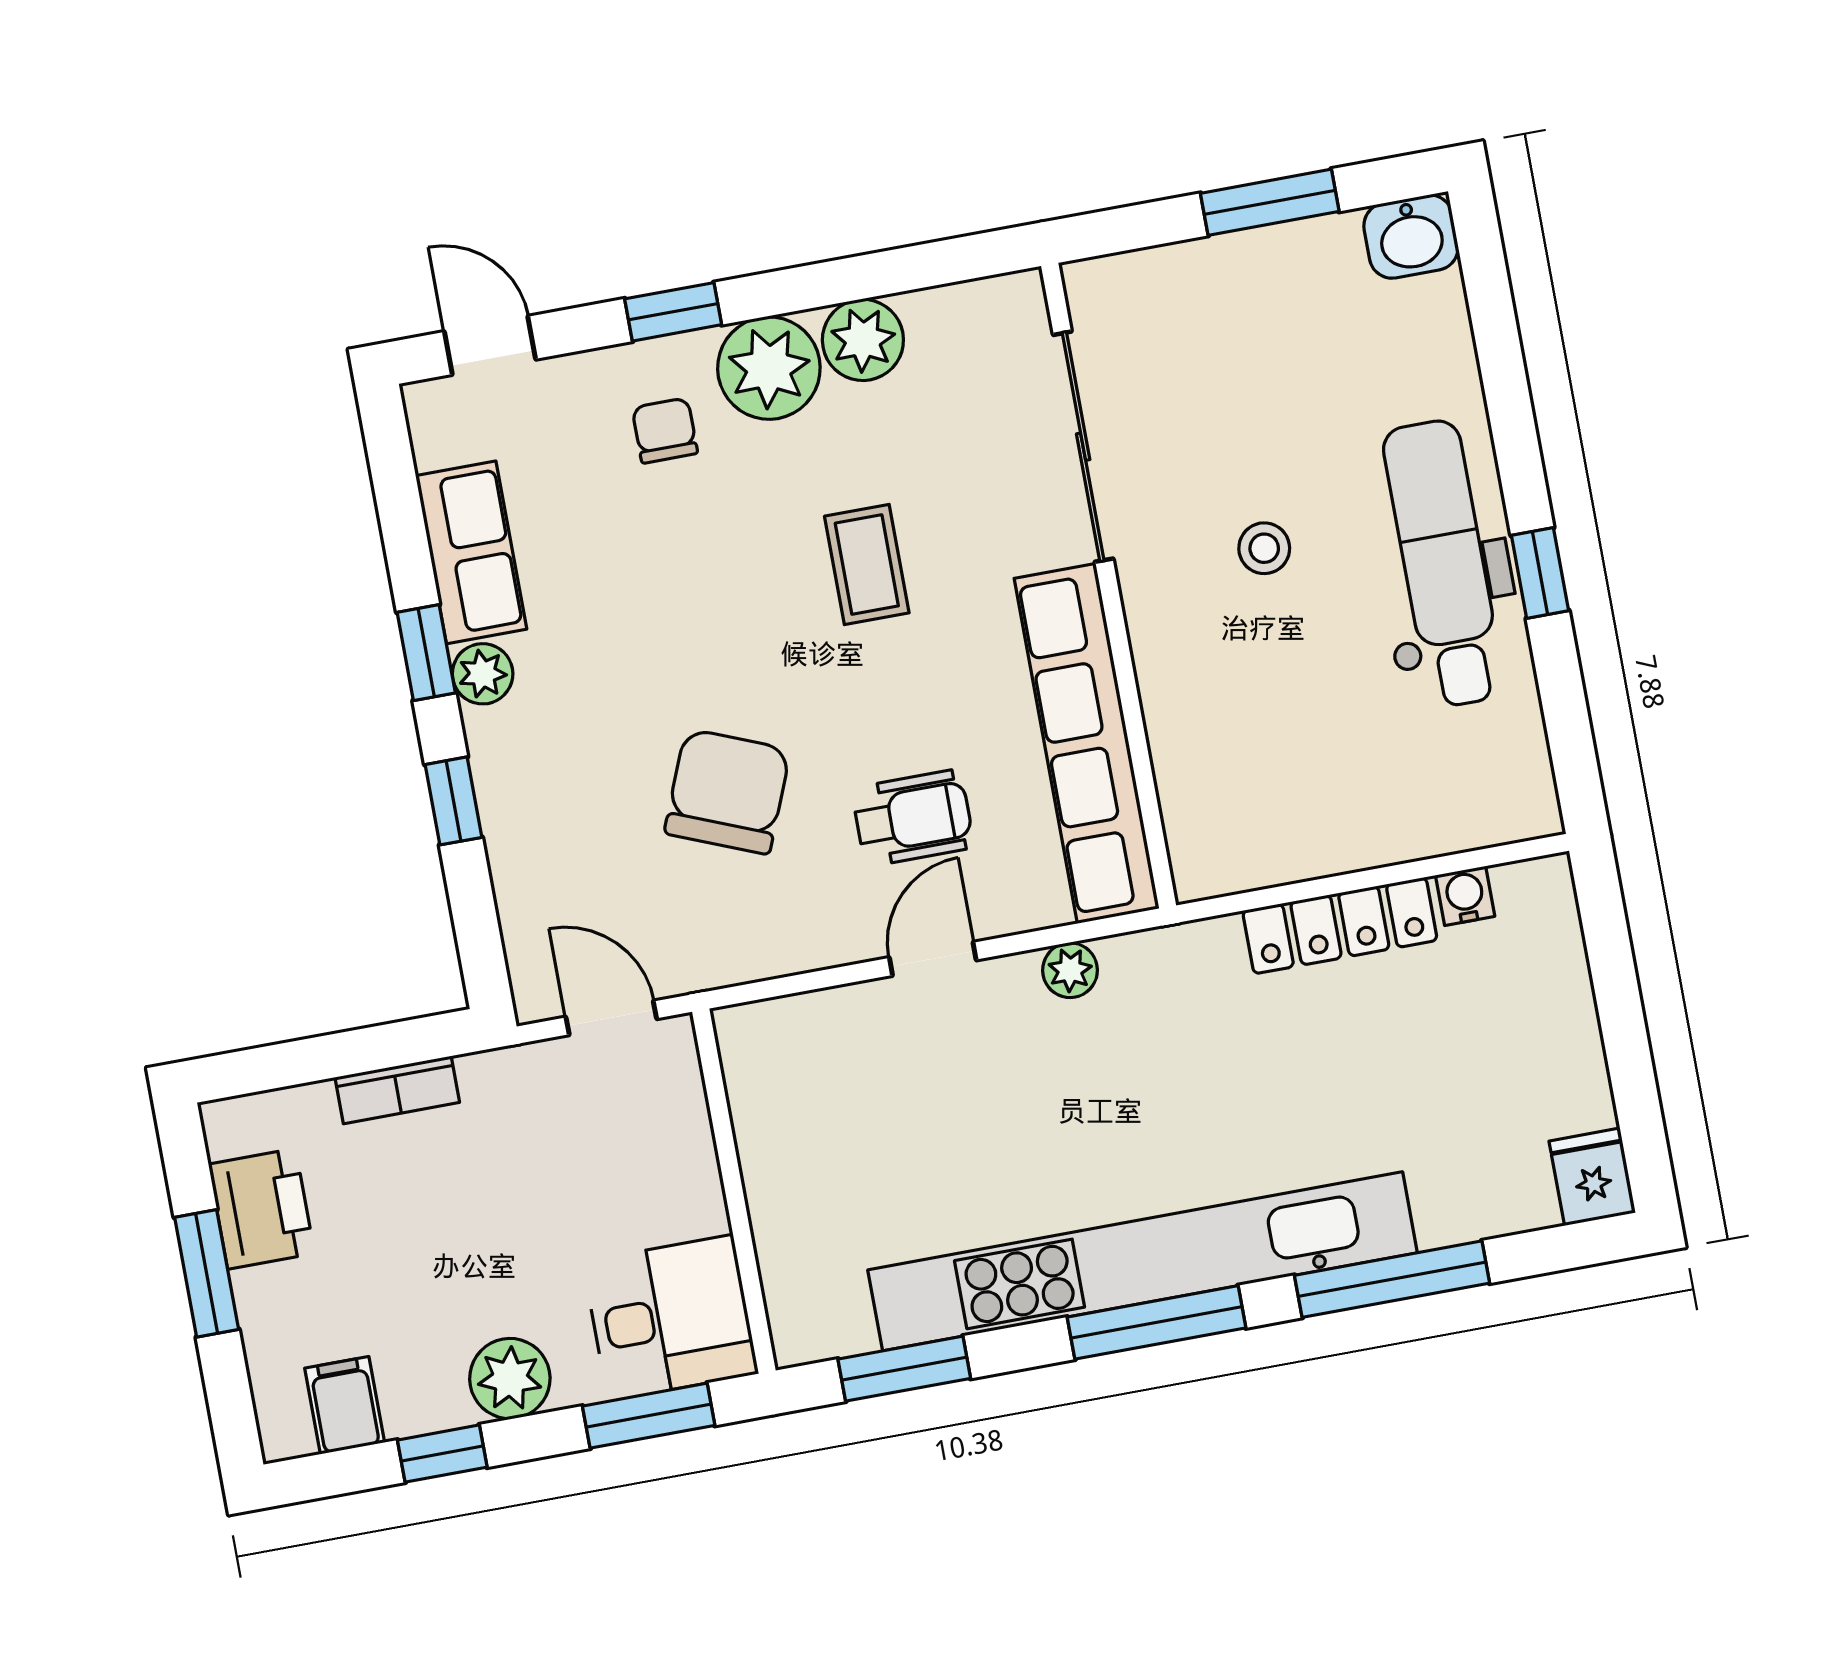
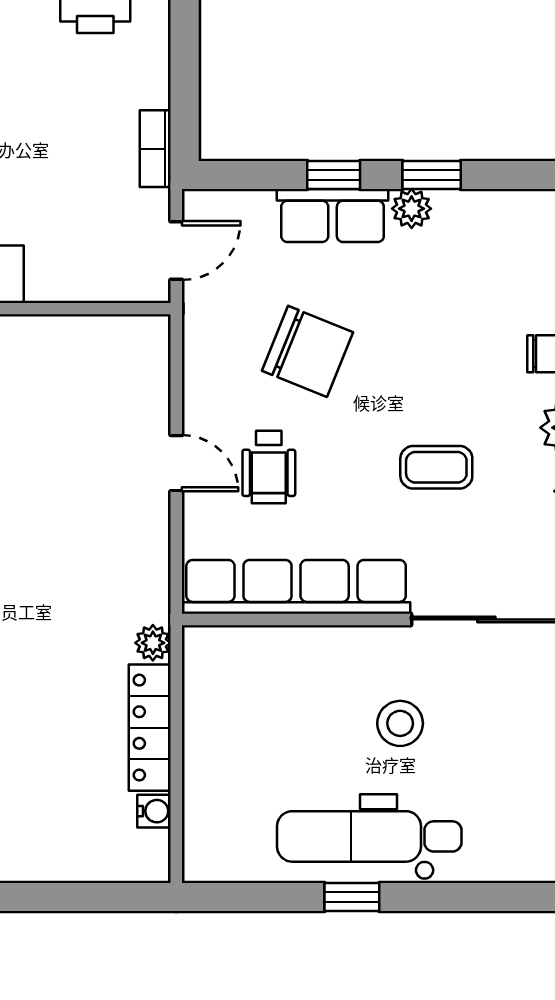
stool: (1264, 548) -> (400, 723), width x1.37, depth x1.37
row of seats: (471, 552) -> (333, 216), moved
dental chair: (1444, 563) -> (369, 836), turned 180
plant: (1070, 970) -> (153, 643), moved
bookcase: (397, 1090) -> (155, 149), moved

